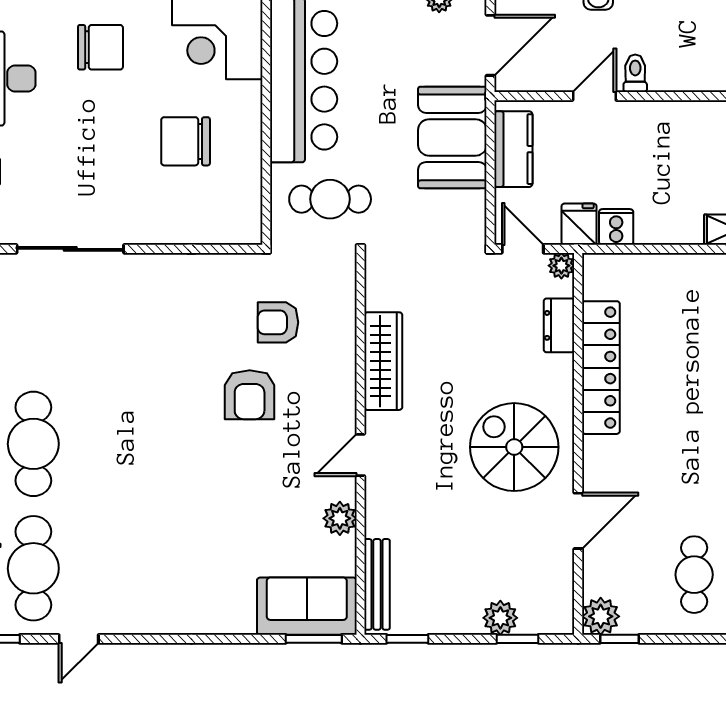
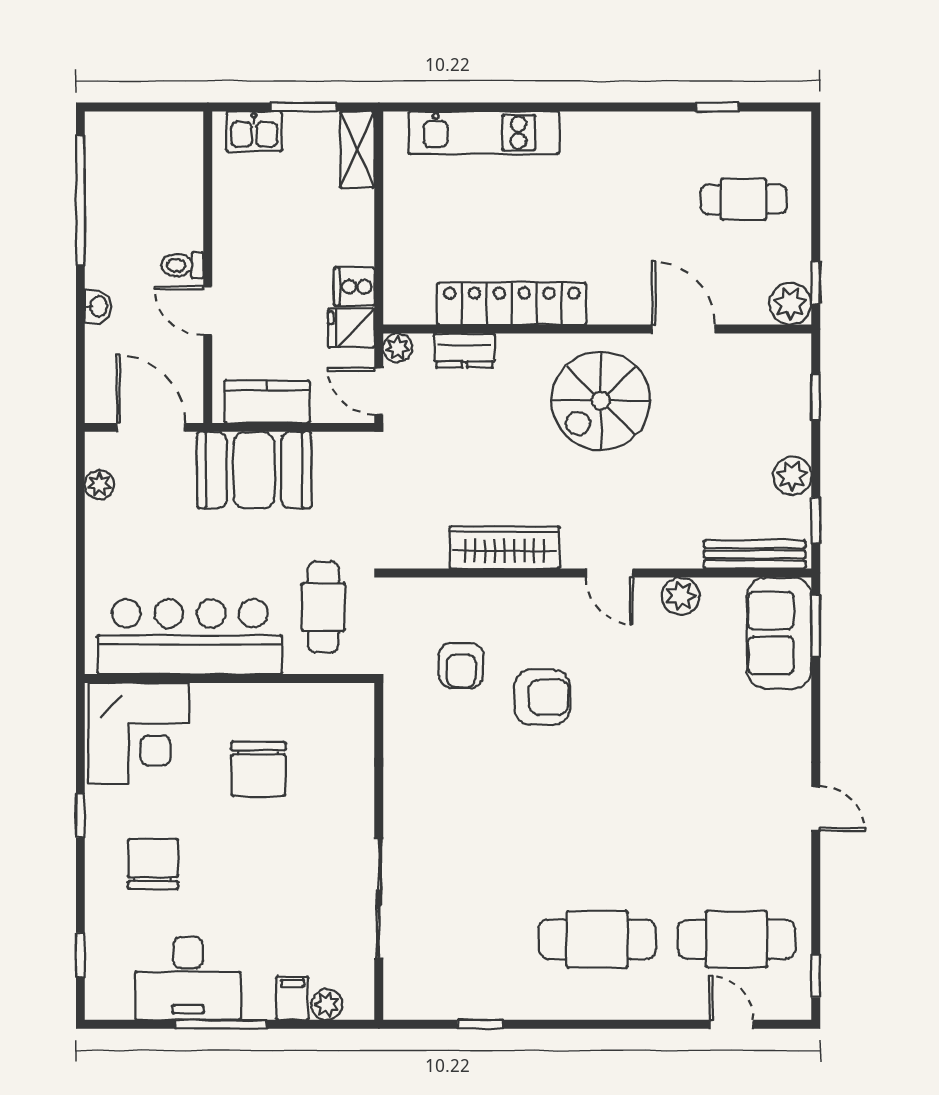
door: (523, 249) -> (379, 391), hinge flipped
plant: (500, 618) -> (792, 476), moved
door: (79, 639) -> (816, 809), moved

